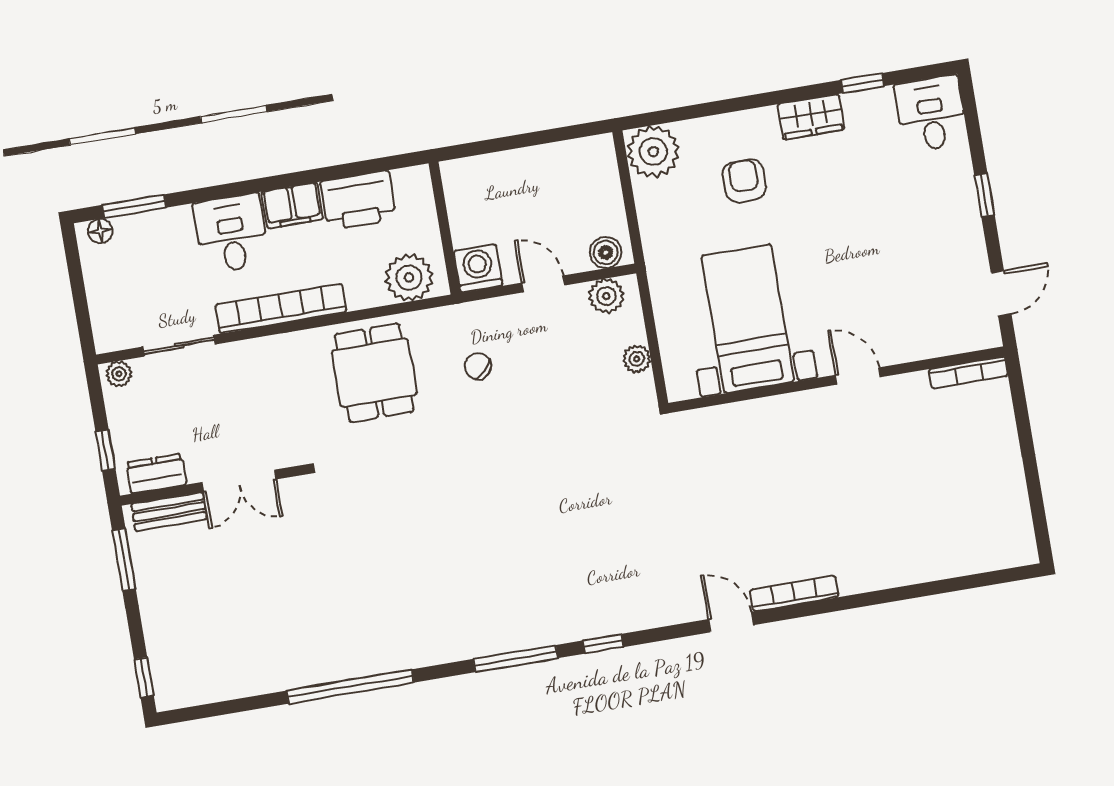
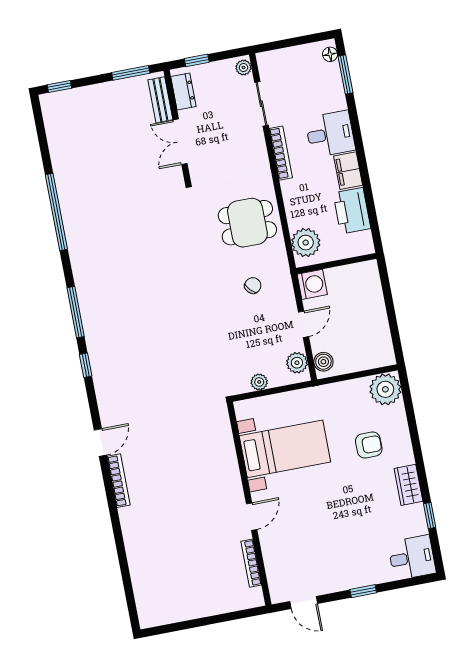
bookcase: (281, 308) -> (281, 153), width x0.68, depth x0.76
bookcase: (968, 372) -> (251, 563), moved

